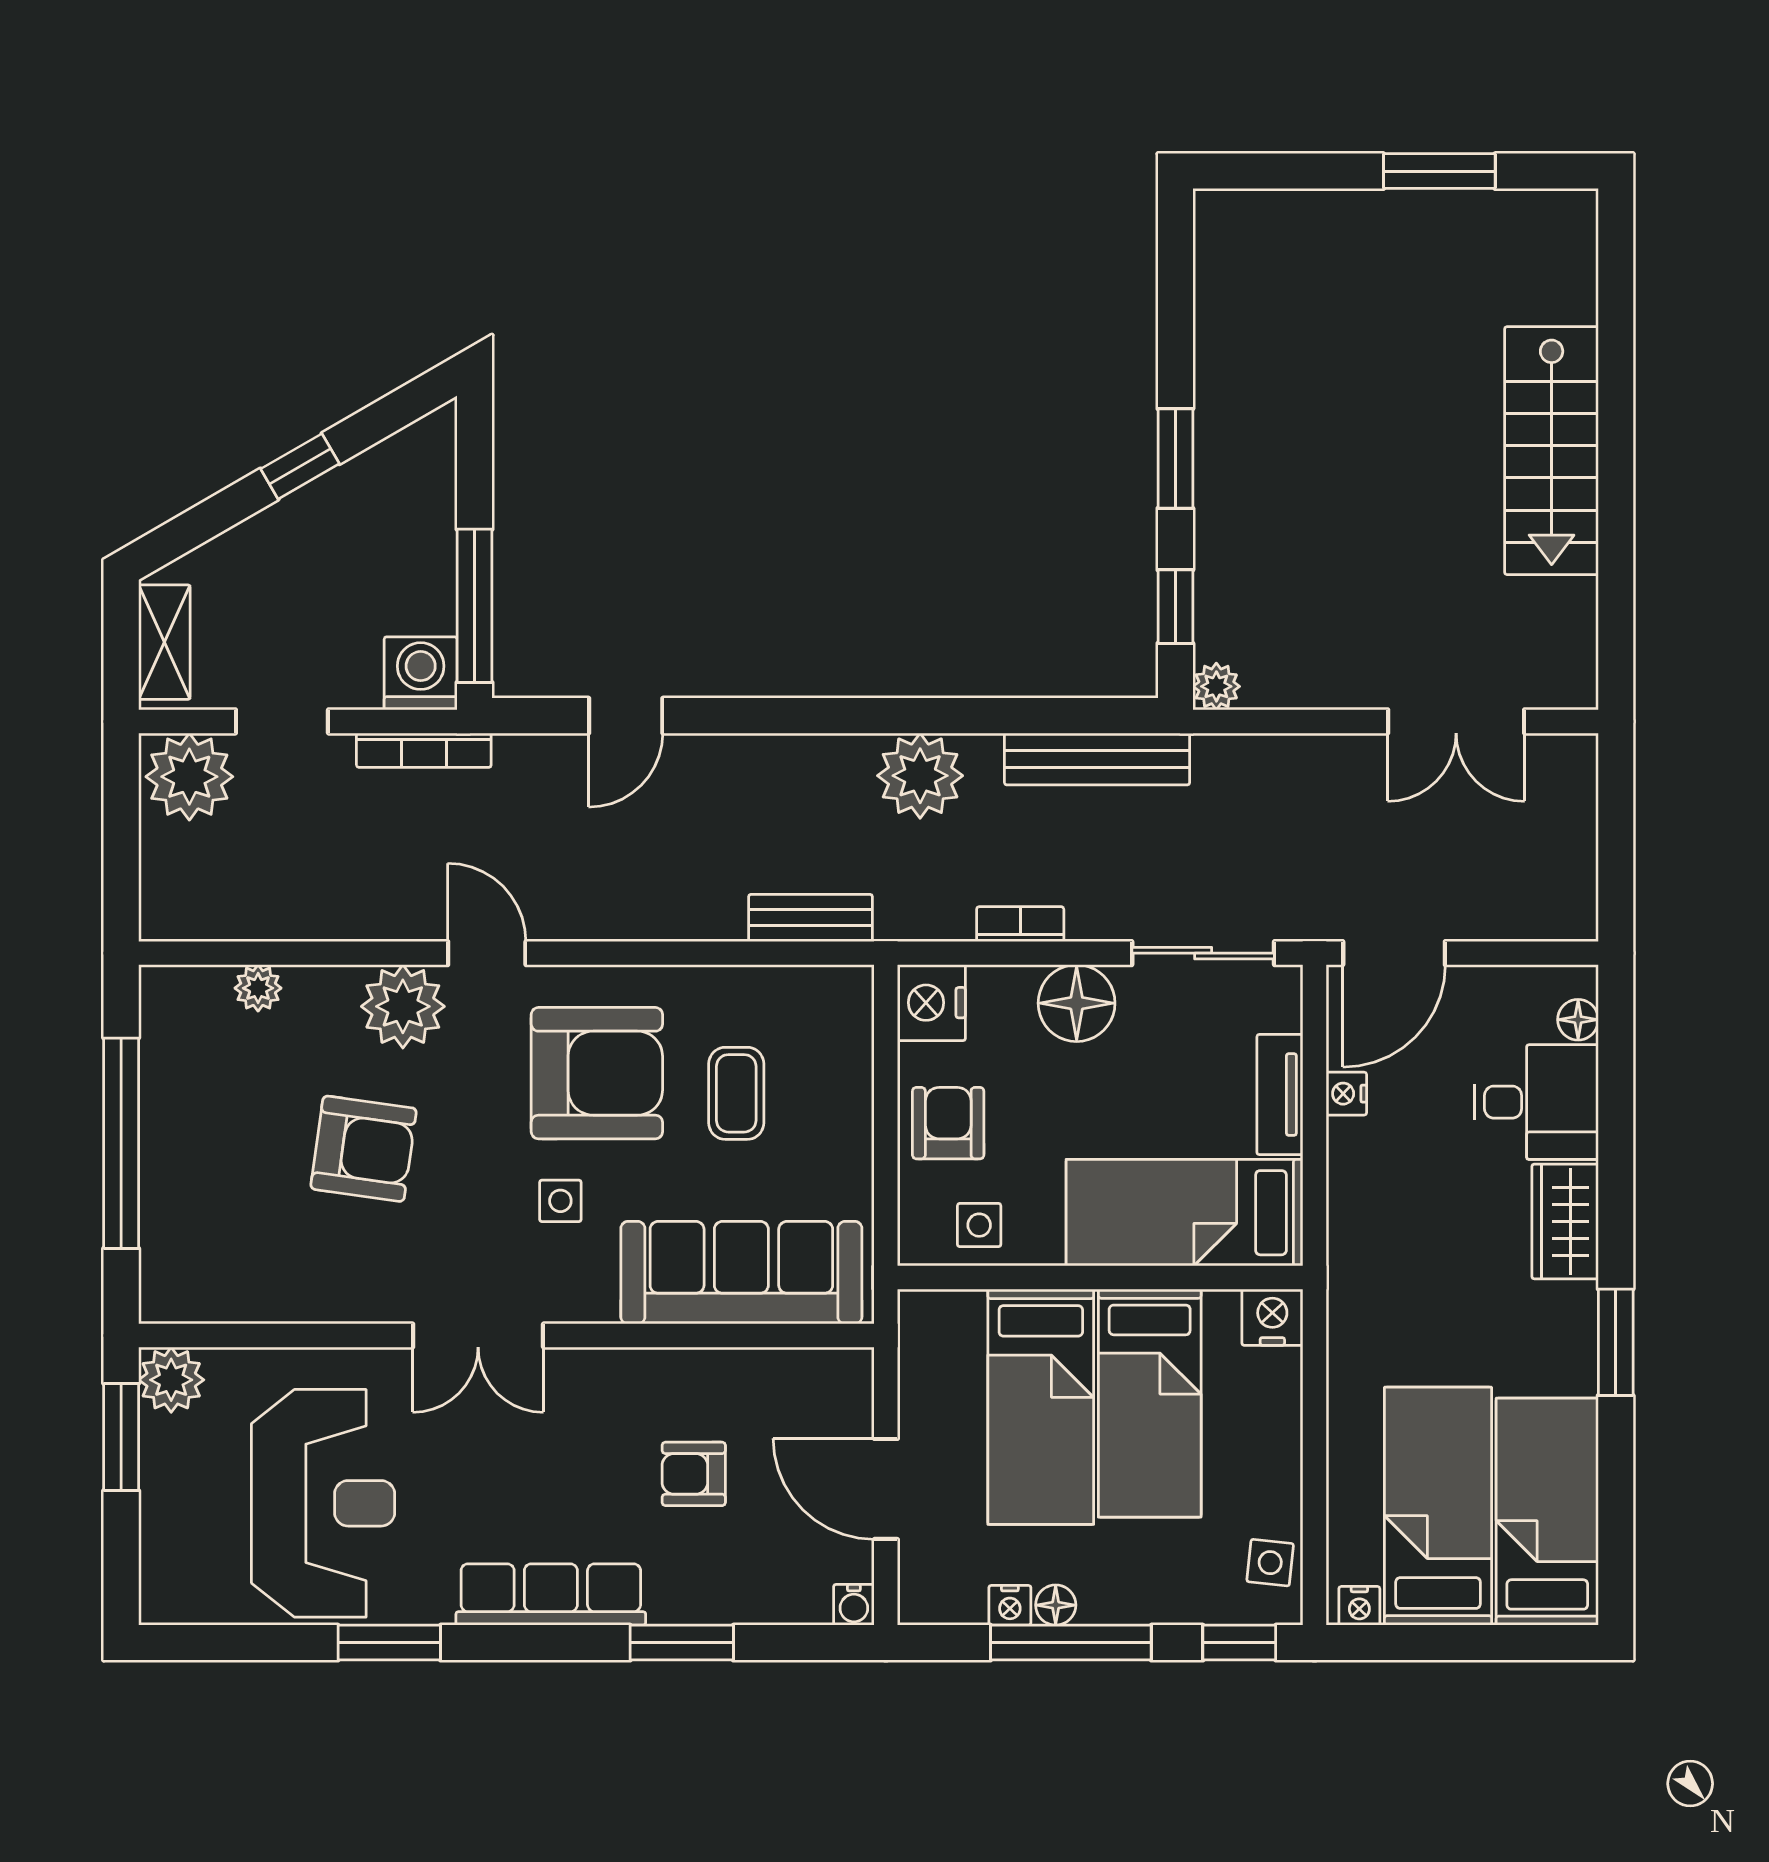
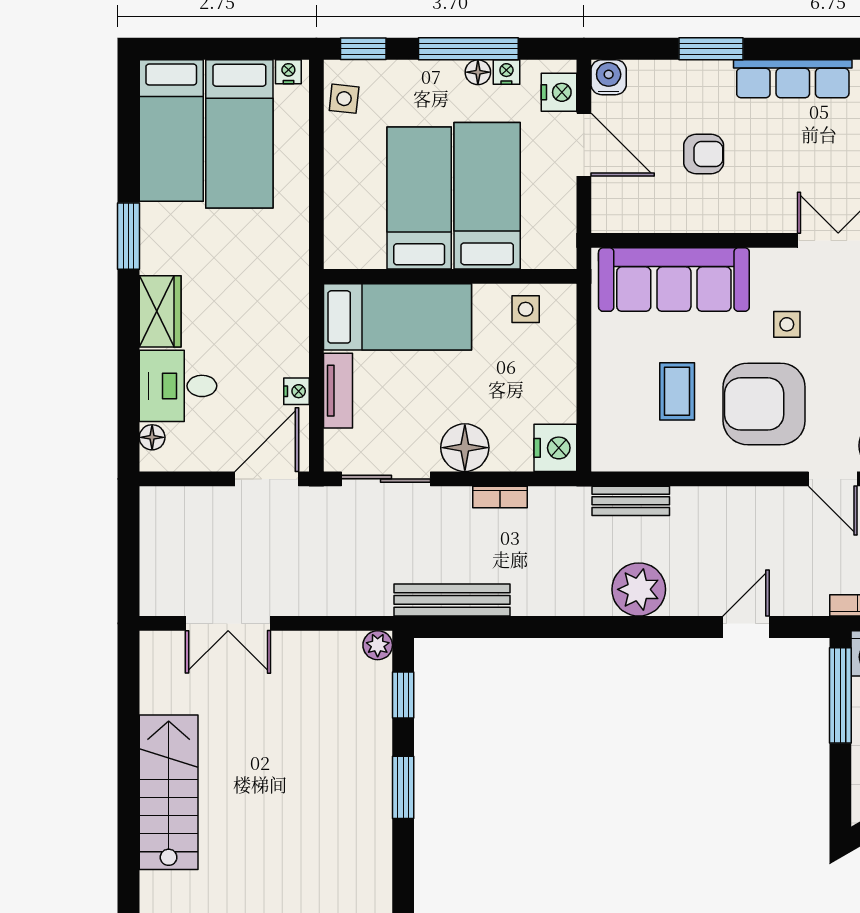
double door: (1456, 721) -> (228, 623), swing flipped
plant: (920, 776) -> (639, 589), moved
armchair: (948, 1123) -> (545, 373), removed
nightstand: (1272, 1317) -> (559, 92), moved, turned -90
water cooler: (854, 1605) -> (609, 77), width x1.38, depth x1.38

